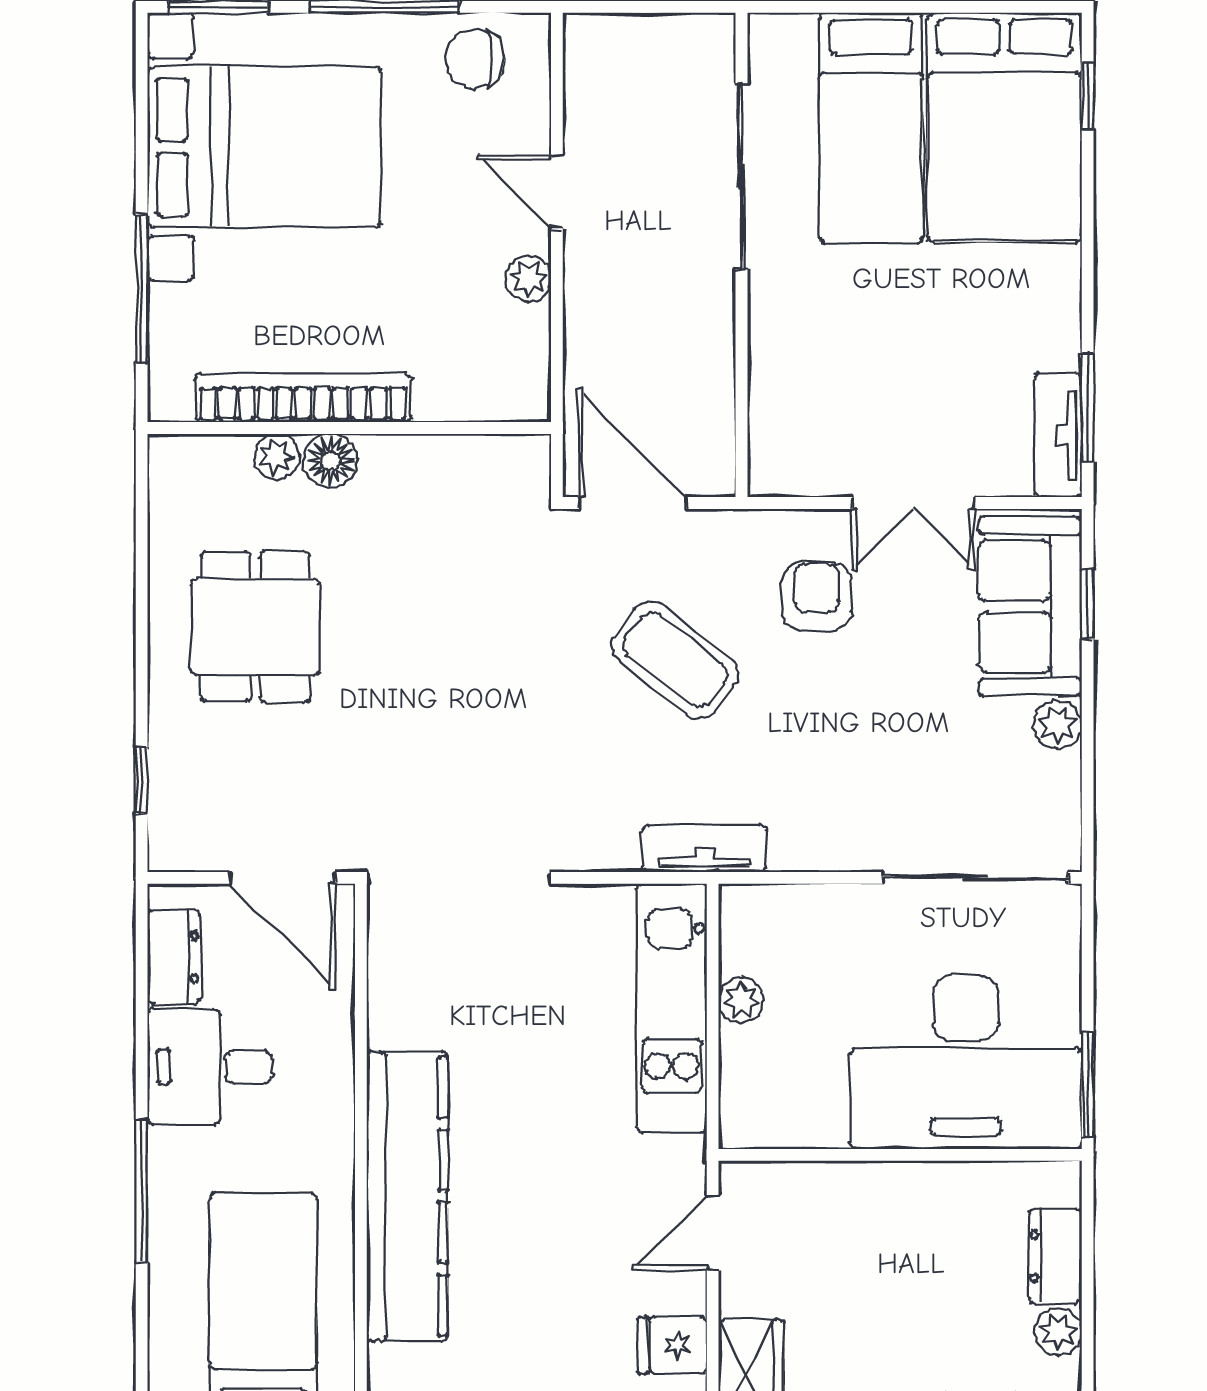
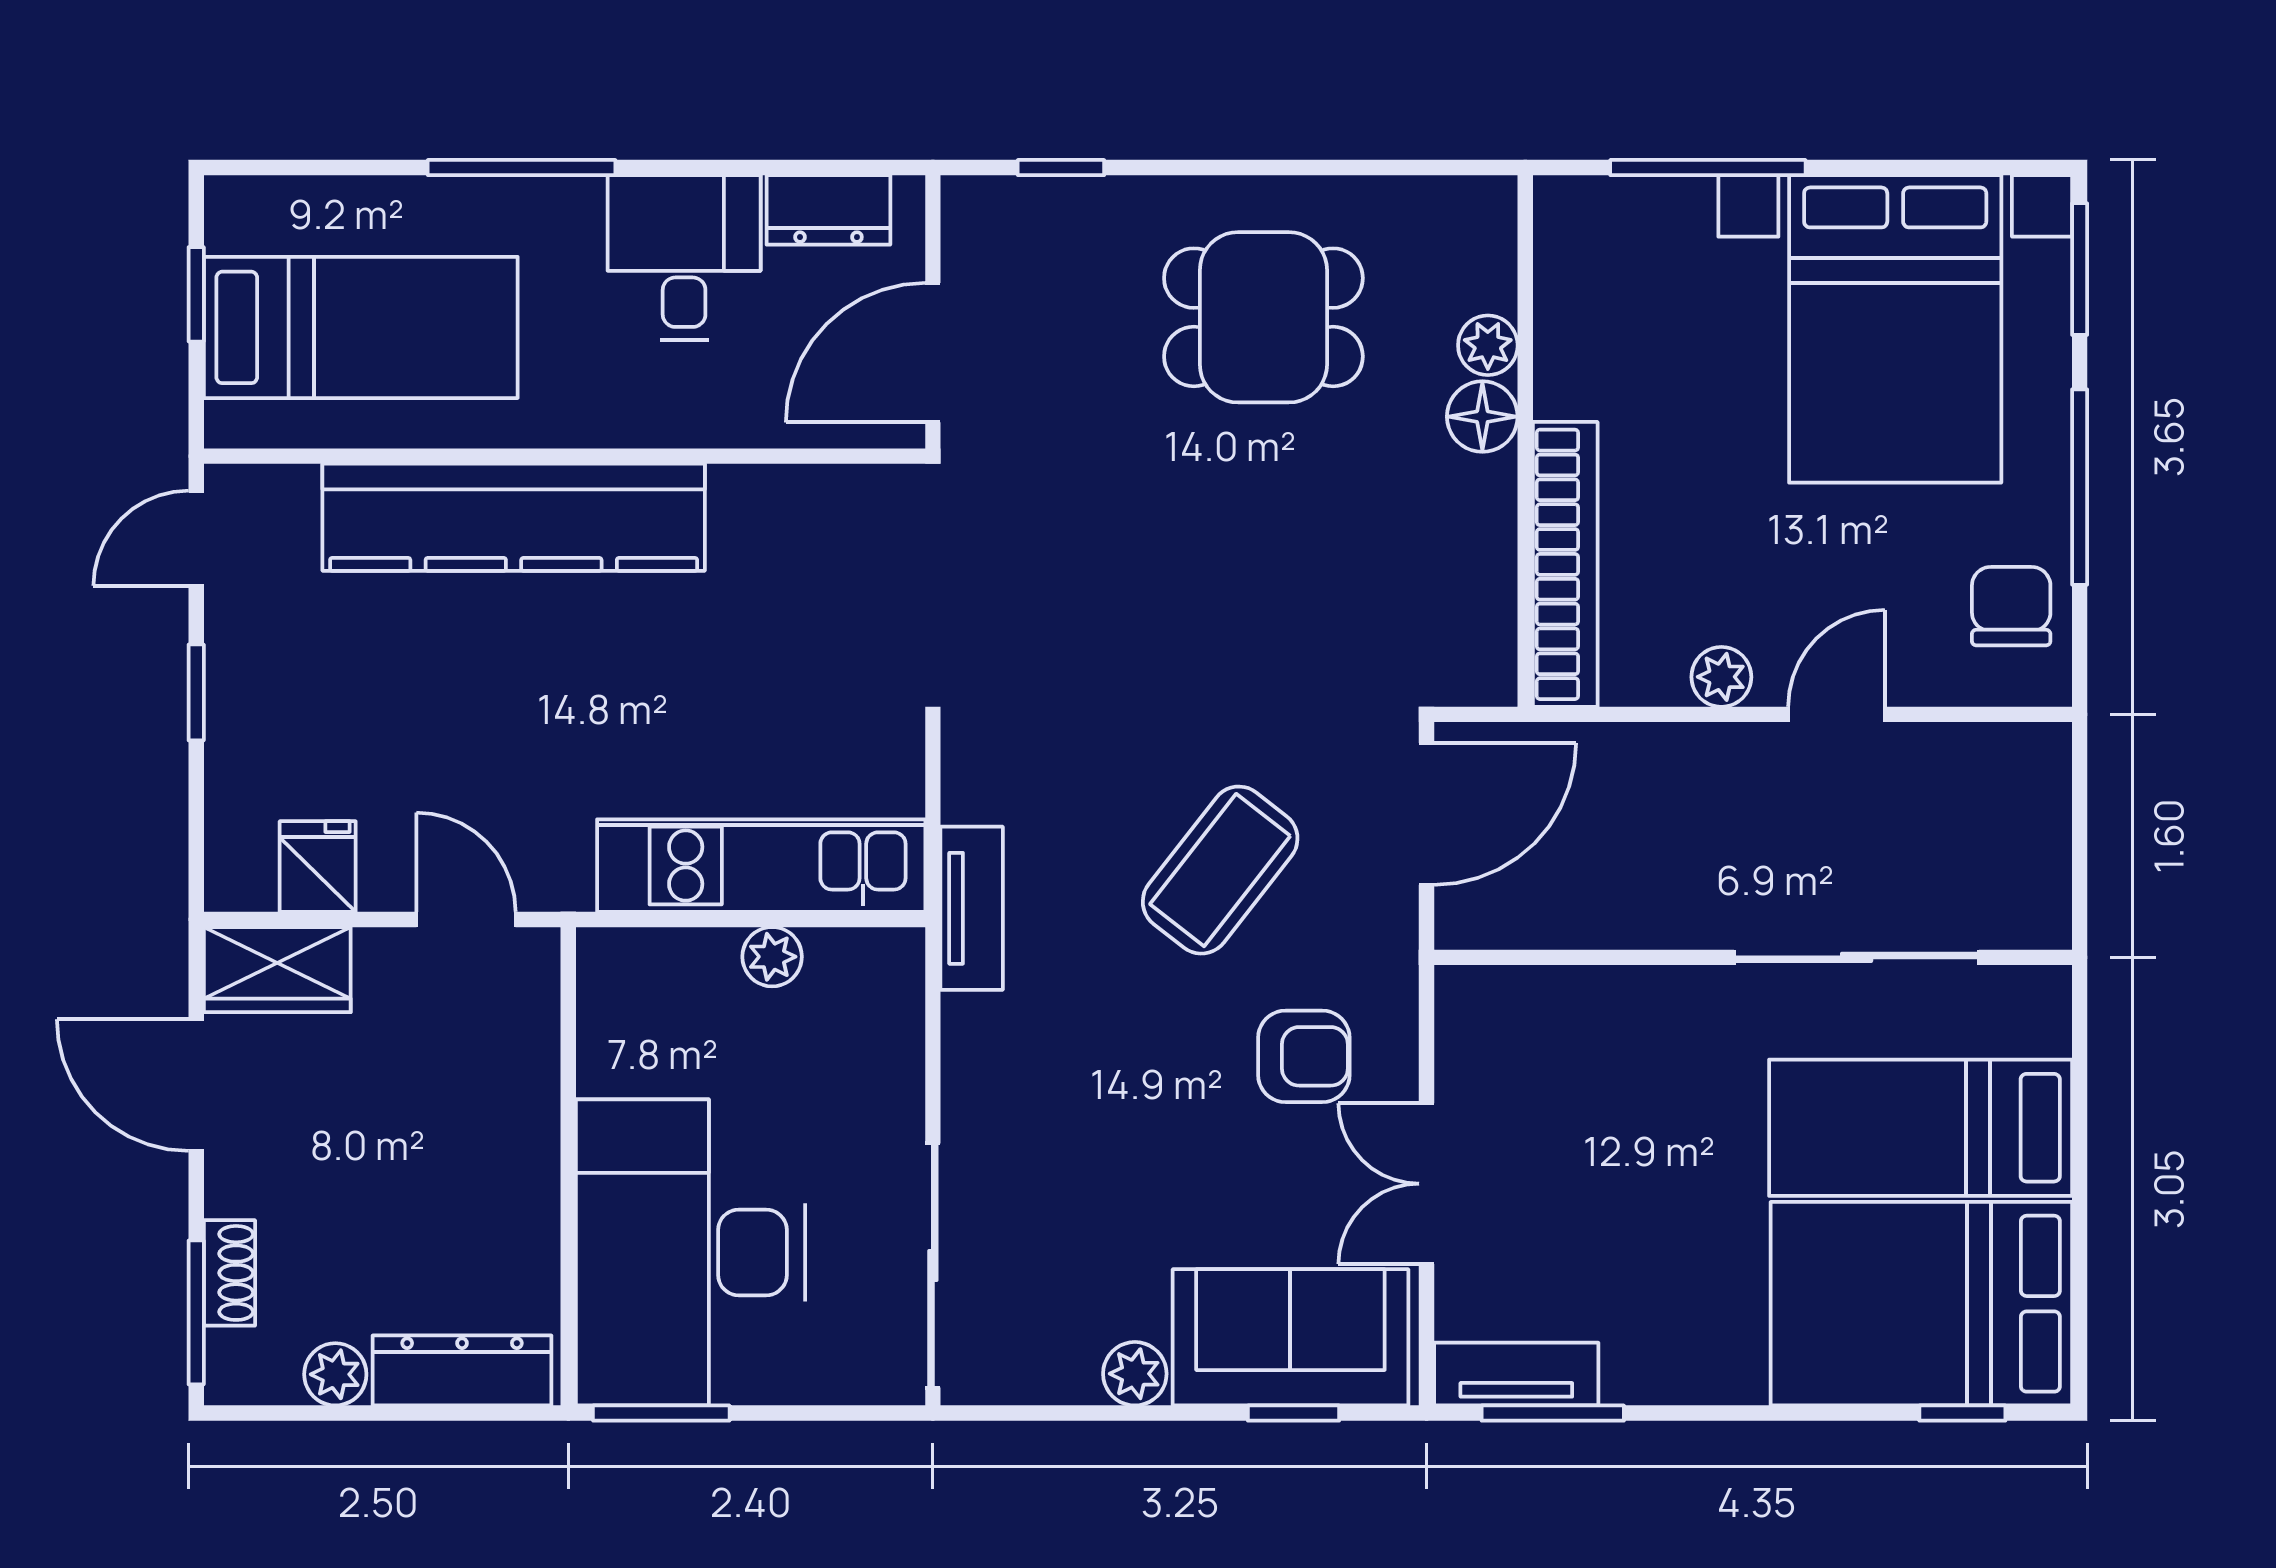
bookcase: (303, 398) -> (1565, 564), moved
dresser: (1055, 1256) -> (462, 1370), width x1.44

